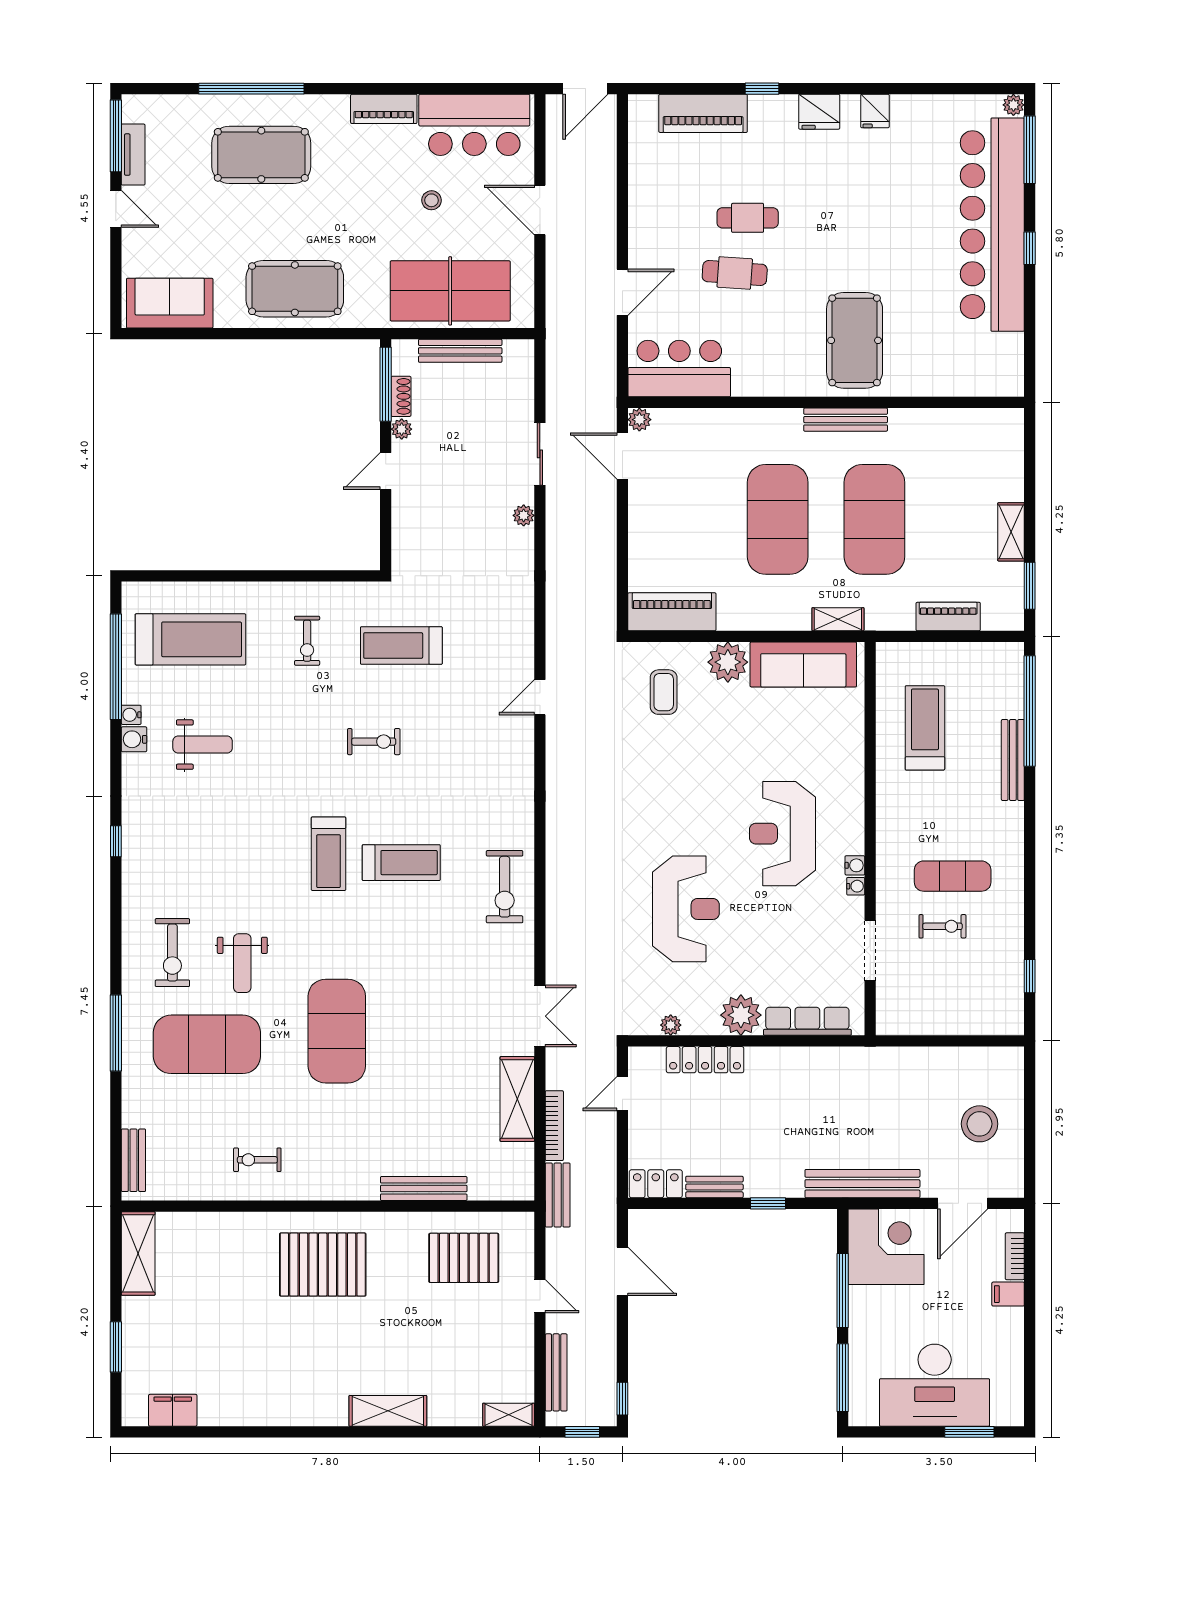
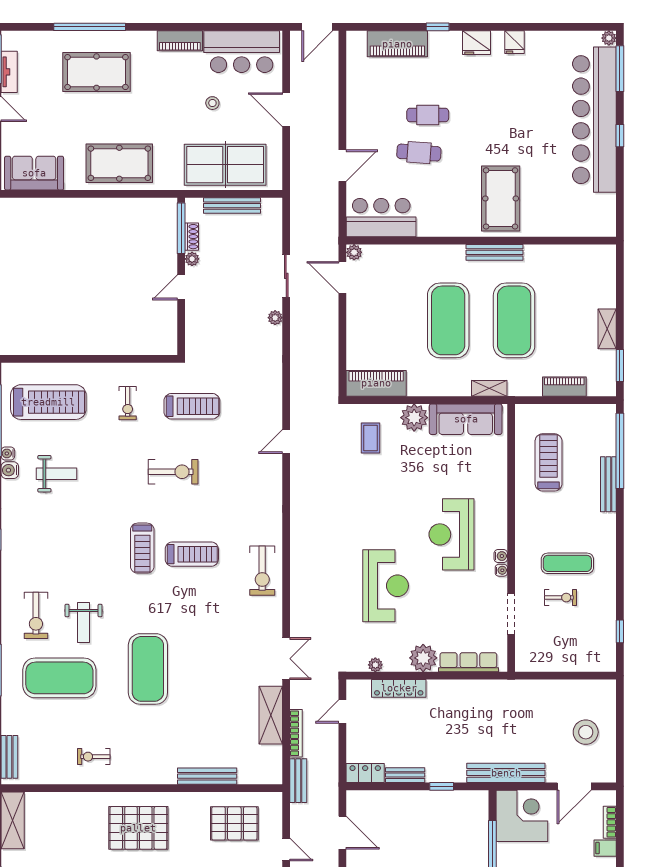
treadmill: (401, 645) -> (192, 406), turned 180
exercise bike: (374, 742) -> (173, 472), width x1.38, depth x1.39

